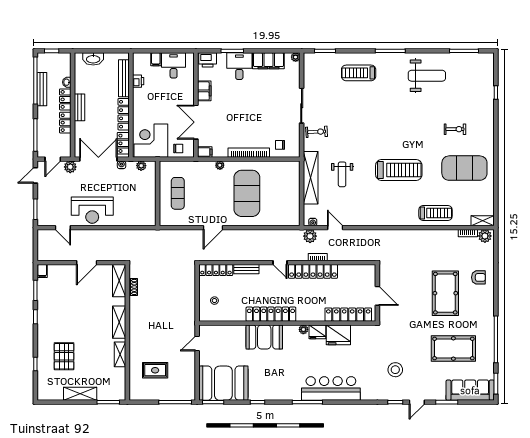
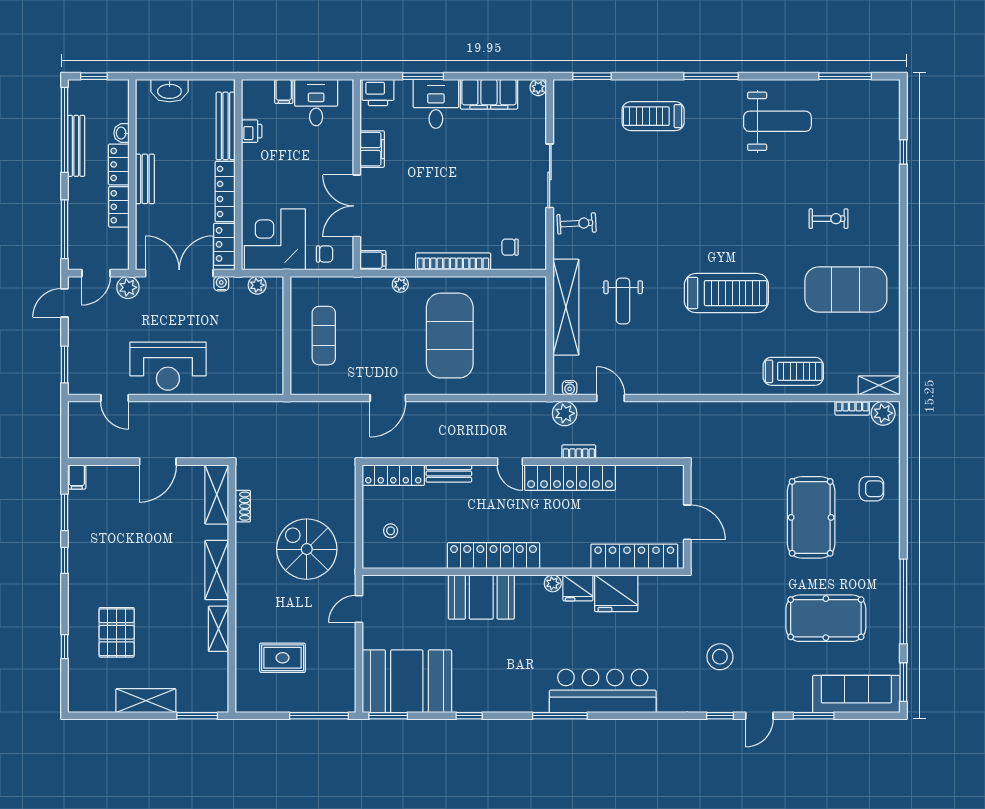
spiral stairs: (168, 311) -> (307, 549), added

